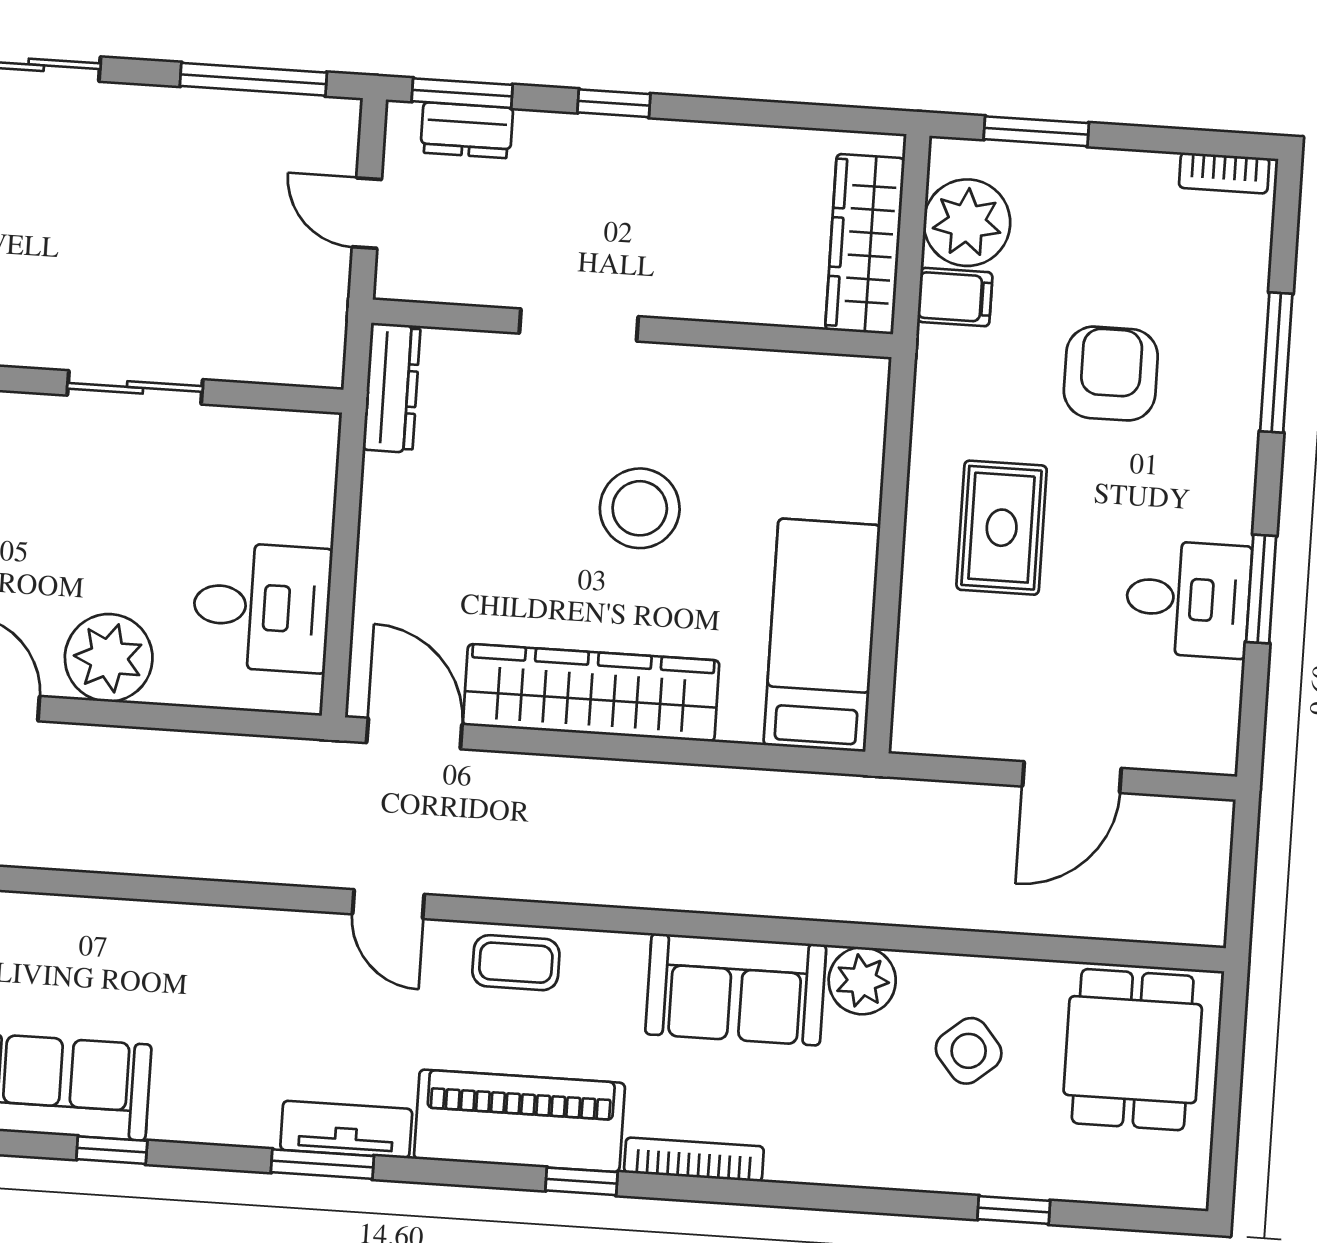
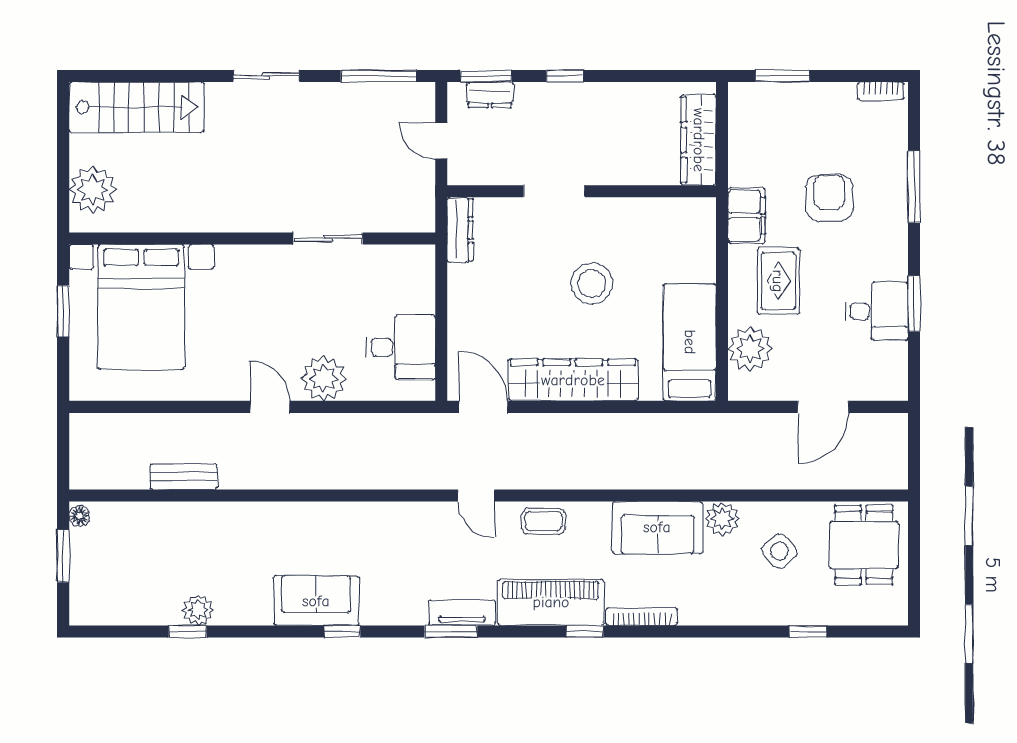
plant: (967, 223) -> (750, 349), moved
filing cabinet: (955, 297) -> (747, 216), moved, width x2.00

